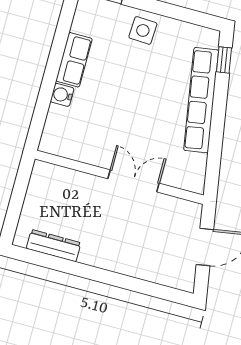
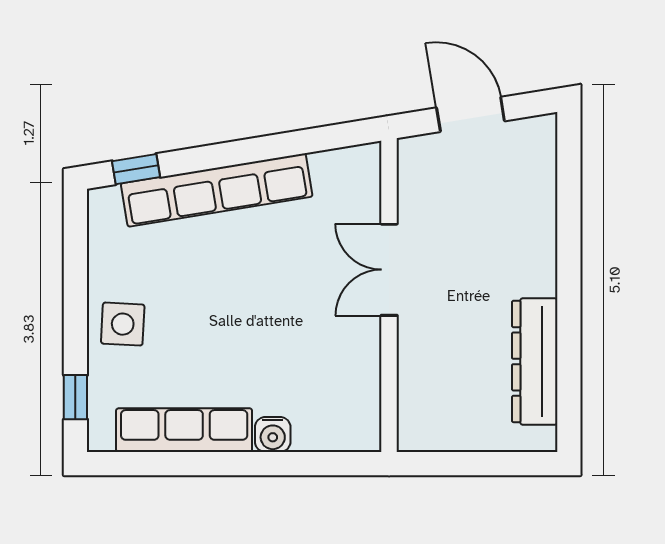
row of seats: (74, 60) -> (184, 430), width x1.48
dresser: (54, 246) -> (535, 361), width x1.37, depth x1.24

